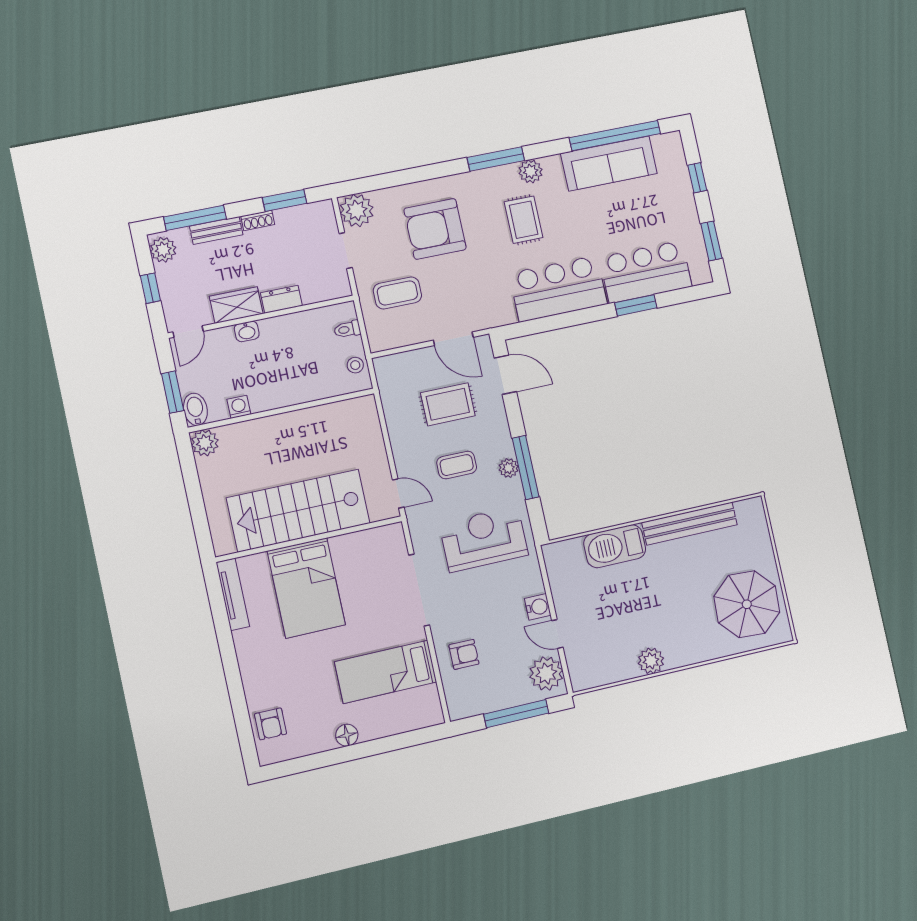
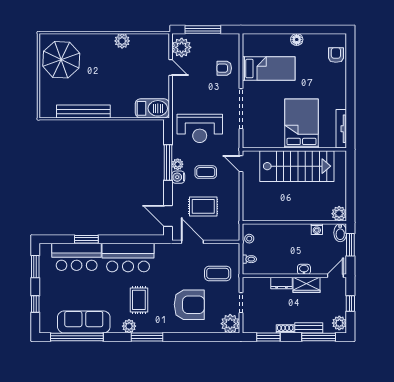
barbecue: (615, 546) -> (152, 108), moved
water cooler: (538, 607) -> (178, 177), moved

